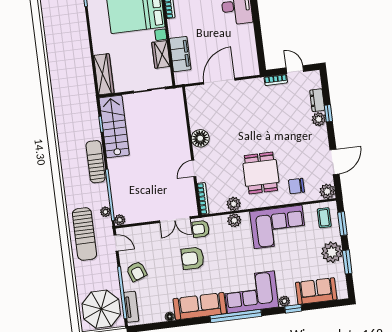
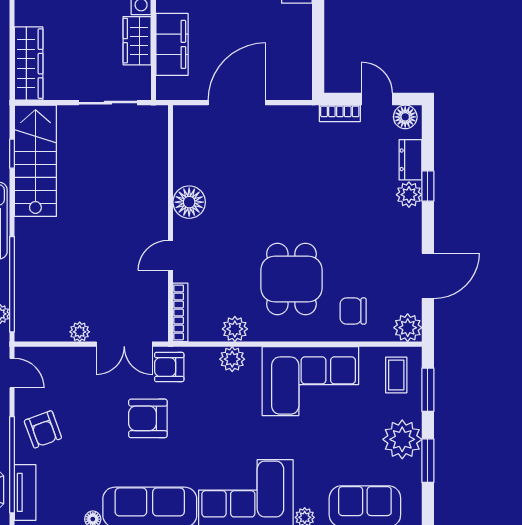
floor lamp: (311, 77) -> (405, 117), added
plant: (120, 220) -> (80, 332), moved

